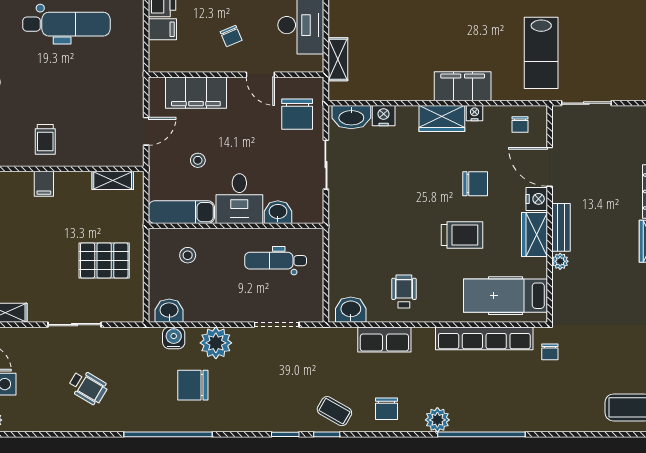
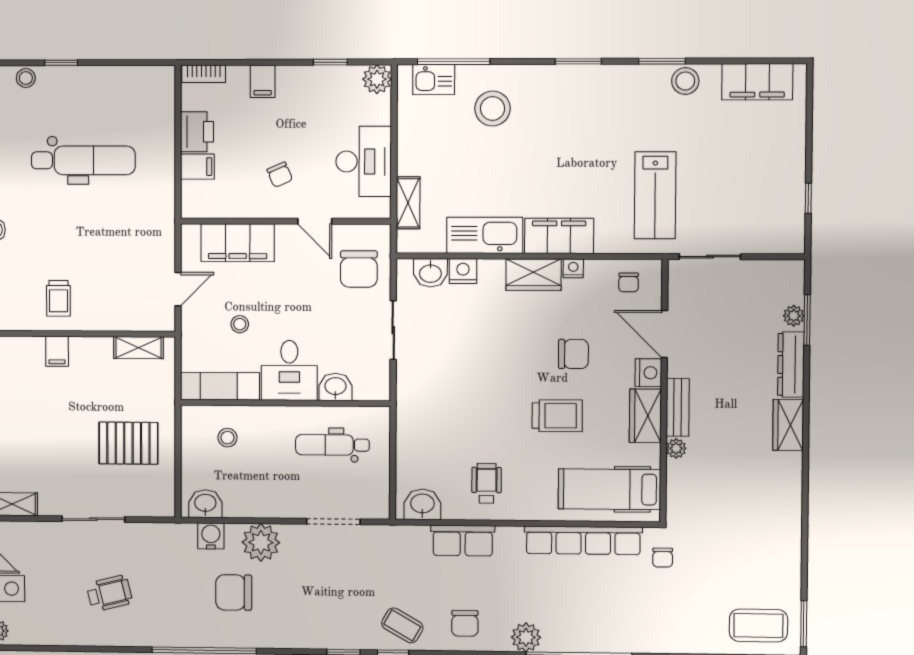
kitchen sink: (401, 86) -> (485, 235), added
washbasin: (351, 117) -> (430, 273), width x0.72
wheelchair: (88, 387) -> (109, 593), turned -45

